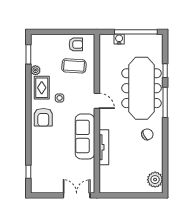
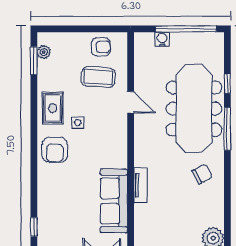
plant: (35, 70) -> (44, 52), moved
door: (97, 101) -> (131, 102), moved
sofa: (85, 136) -> (114, 201), moved
tv unit: (104, 147) -> (141, 185), width x0.71

